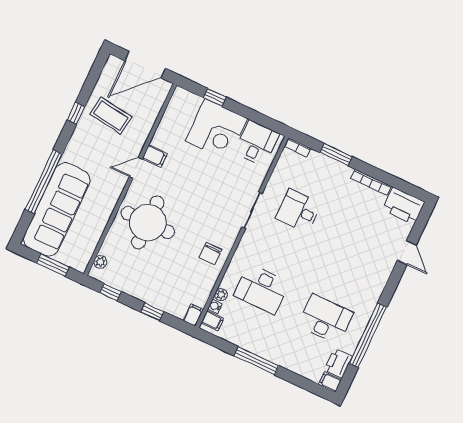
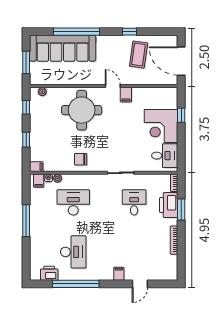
printer: (404, 206) -> (169, 205), moved
desk: (262, 289) -> (73, 202), turned 90
filing cabinet: (330, 382) -> (119, 274), moved

